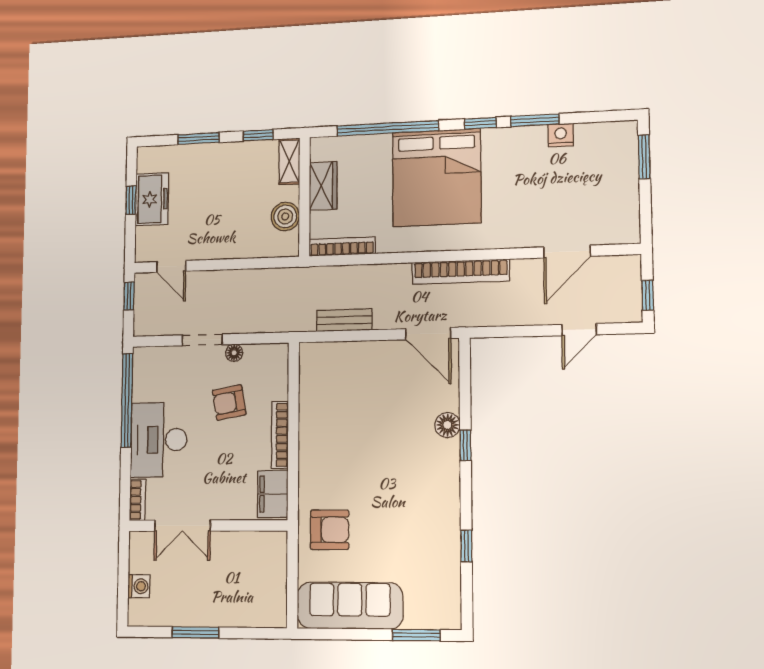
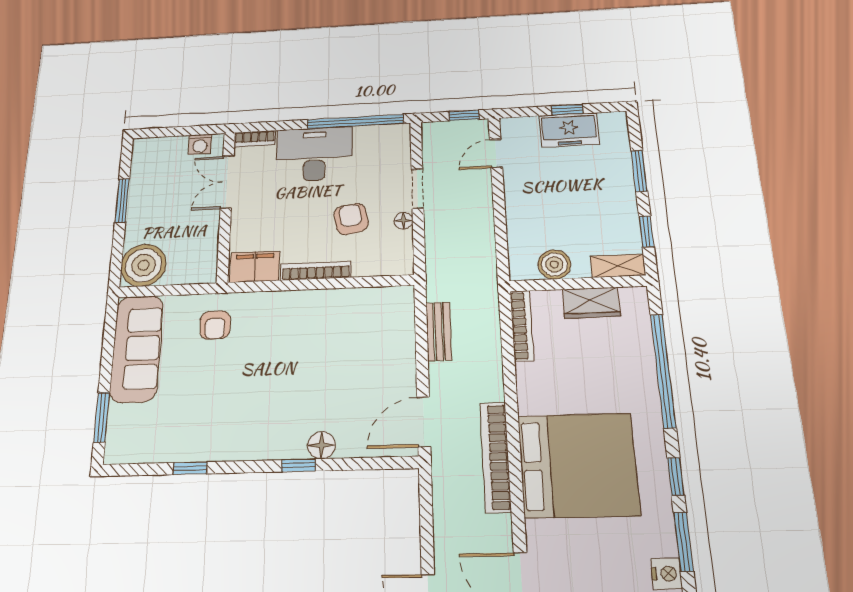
bed: (437, 177) -> (578, 465), moved, turned 180
armchair: (330, 530) -> (215, 325), width x0.72, depth x0.72
washing machine: (139, 586) -> (200, 144), moved
boiler: (265, 605) -> (143, 265), added

